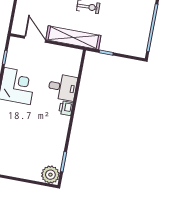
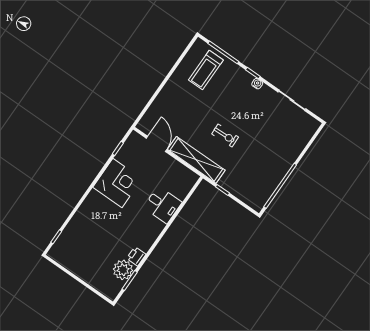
printer: (66, 108) -> (136, 256), moved
plant: (50, 175) -> (123, 270), moved

